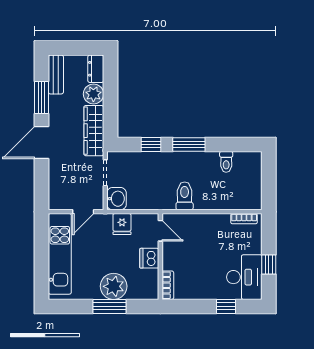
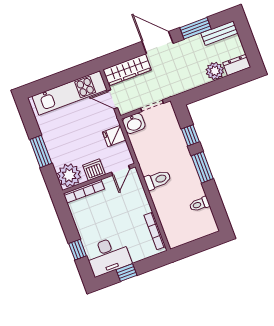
wardrobe: (94, 131) -> (127, 70), moved, turned 180
bookcase: (244, 219) -> (155, 231), width x1.56
bookcase: (168, 285) -> (84, 191), width x1.56
plant: (114, 286) -> (69, 175), moved

